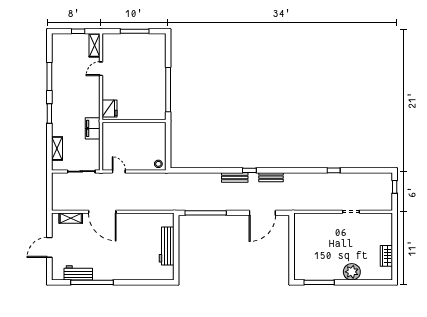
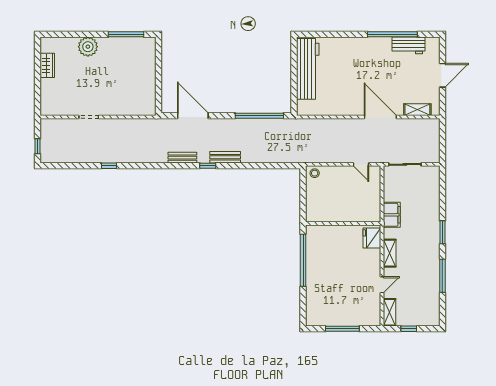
shelving: (57, 148) -> (390, 253), moved
door: (262, 213) -> (193, 116), hinge flipped
workbench: (167, 246) -> (308, 69), width x1.36, depth x1.32

